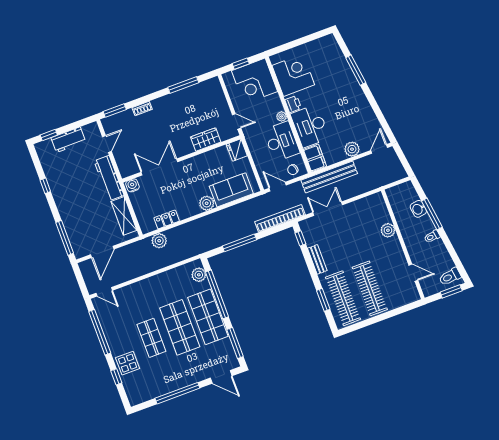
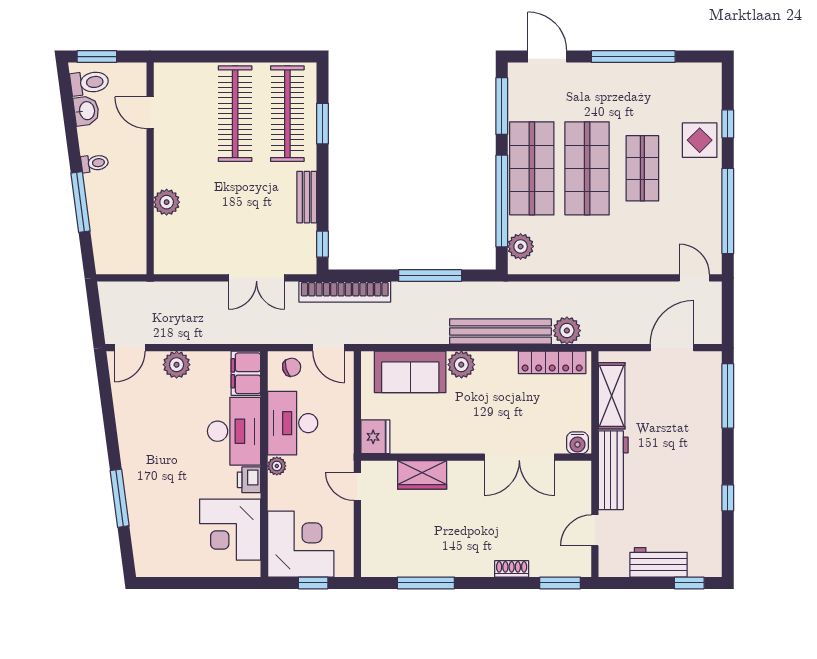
bench: (329, 177) -> (500, 332), moved
washbasin: (418, 209) -> (86, 111), moved
locker: (167, 219) -> (552, 362), width x1.53

